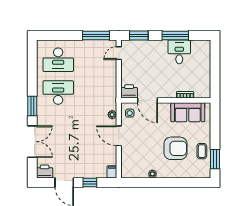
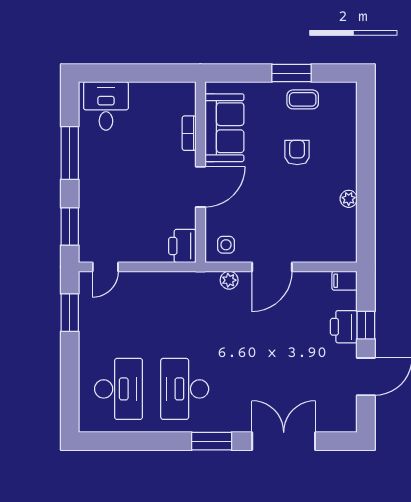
window: (96, 36) -> (70, 313), width x0.69
desk: (179, 52) -> (106, 106), moved, turned 90
door: (119, 53) -> (105, 267), hinge flipped
door: (147, 100) -> (200, 187), moved
armchair: (175, 148) -> (297, 153), width x0.53, depth x0.53
window: (215, 159) -> (291, 73), moved
printer: (45, 172) -> (344, 327), moved

